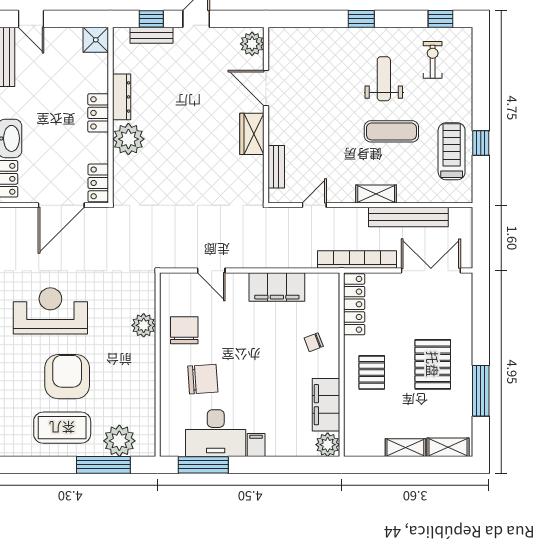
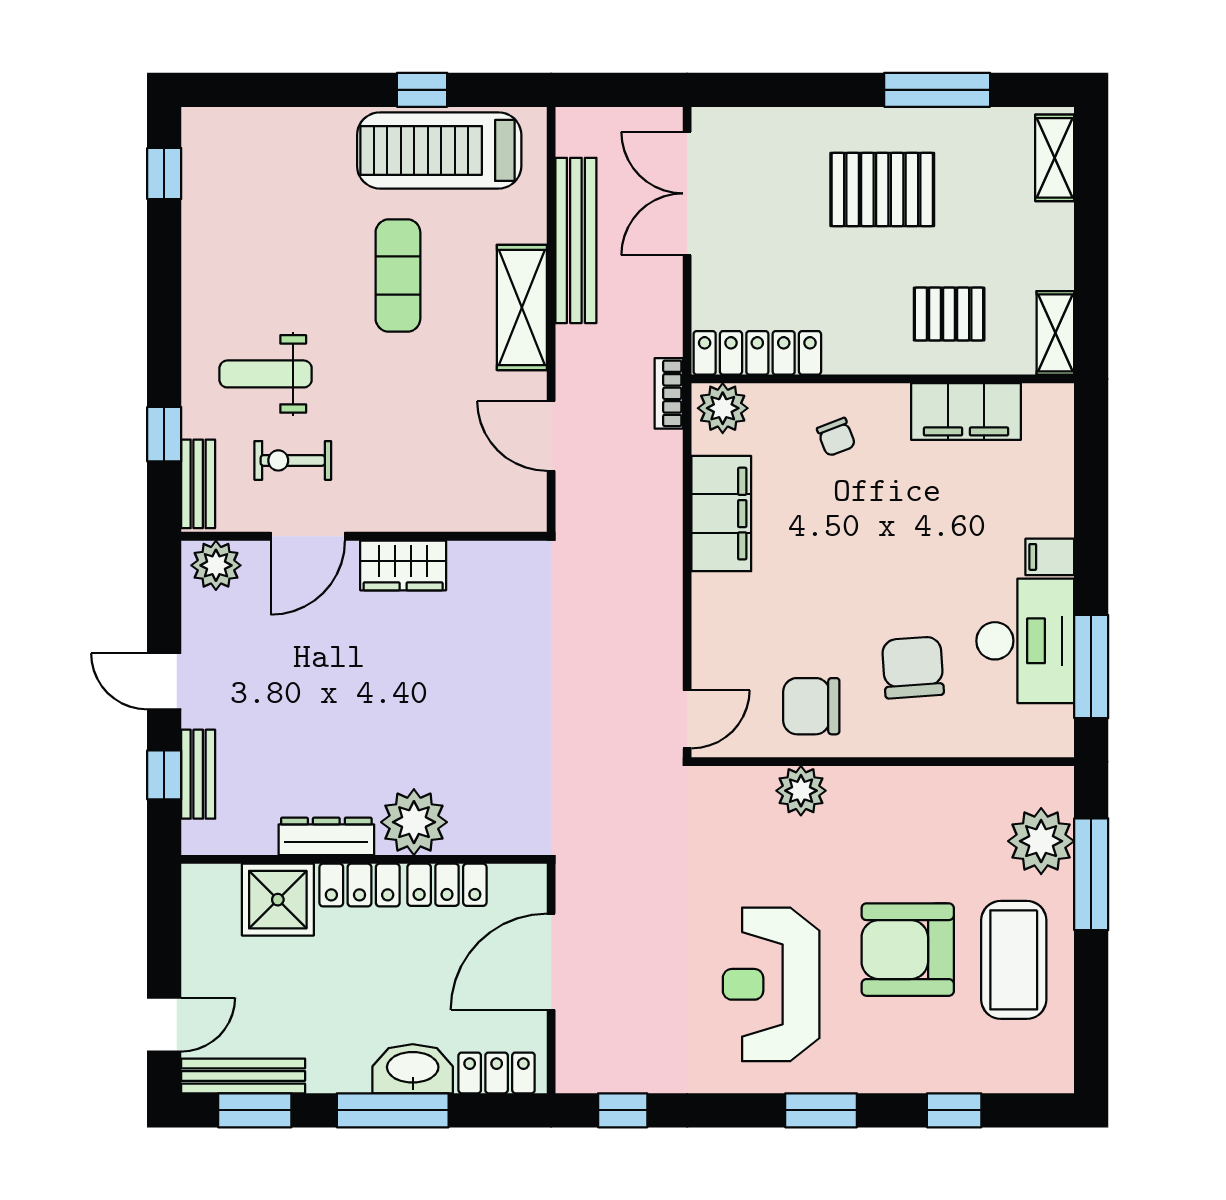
window: (361, 19) -> (164, 434), moved
shower: (96, 40) -> (278, 900), moved, width x1.36, depth x1.36
exercise bike: (433, 60) -> (293, 460), moved
weight bench: (384, 79) -> (266, 374), moved
treadmill: (452, 151) -> (439, 150), width x1.37, depth x1.38
bench: (276, 167) -> (198, 484), moved, turned 90
locker: (98, 183) -> (447, 885), moved
shelving: (376, 194) -> (522, 307), width x1.50, depth x1.33
door: (61, 205) -> (551, 962), swing flipped
door: (314, 205) -> (551, 436), width x1.38
bookcase: (357, 260) -> (669, 393), width x0.43, depth x0.76
door: (211, 271) -> (687, 719), moved
pallet: (372, 372) -> (949, 314), moved
plant: (328, 445) -> (723, 408), moved
shelving: (405, 448) -> (1055, 333), moved

